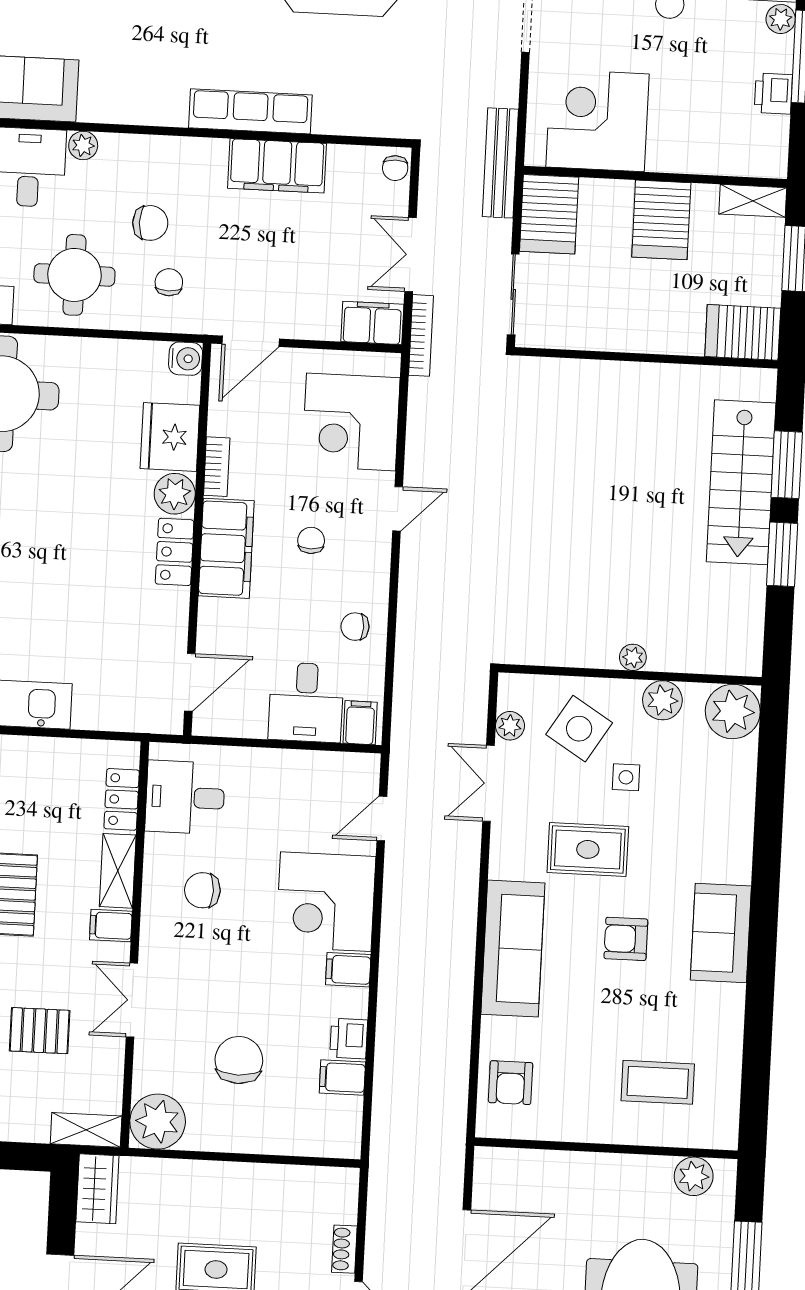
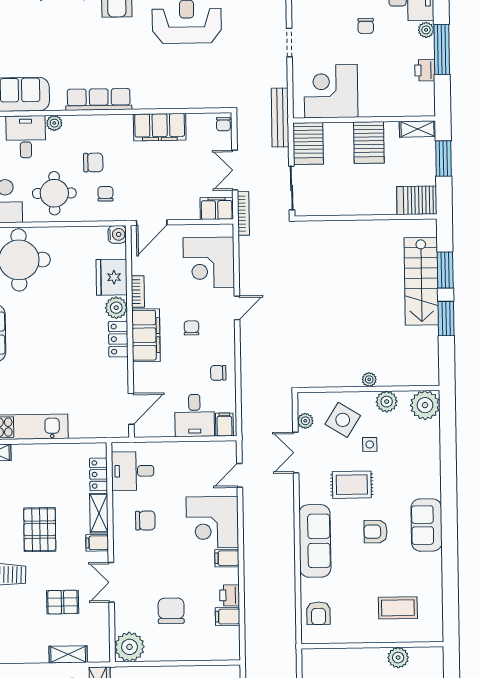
row of seats: (250, 111) -> (99, 99), moved
chair: (202, 890) -> (145, 521), turned 180
shelving: (86, 1130) -> (68, 654), moved
plant: (694, 1176) -> (398, 658), moved

